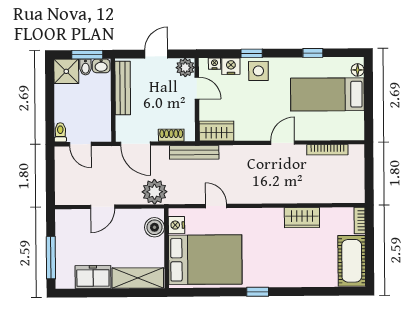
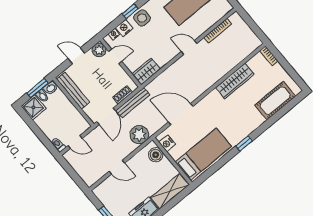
door: (156, 54) -> (76, 56), hinge flipped
door: (283, 143) -> (189, 47), hinge flipped
door: (135, 144) -> (106, 116), hinge flipped
bench: (194, 152) -> (133, 103), moved
door: (216, 206) -> (181, 114), width x1.87
door: (103, 207) -> (117, 167), hinge flipped
wardrobe: (302, 218) -> (235, 81), width x1.50
bed: (205, 260) -> (203, 154), width x0.67
cot: (352, 261) -> (275, 101), moved, turned 90

